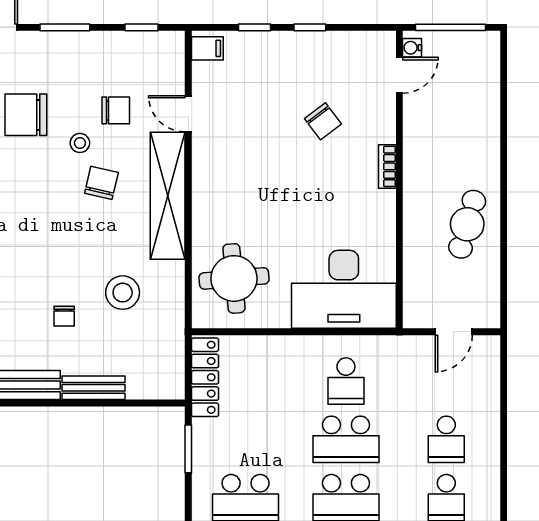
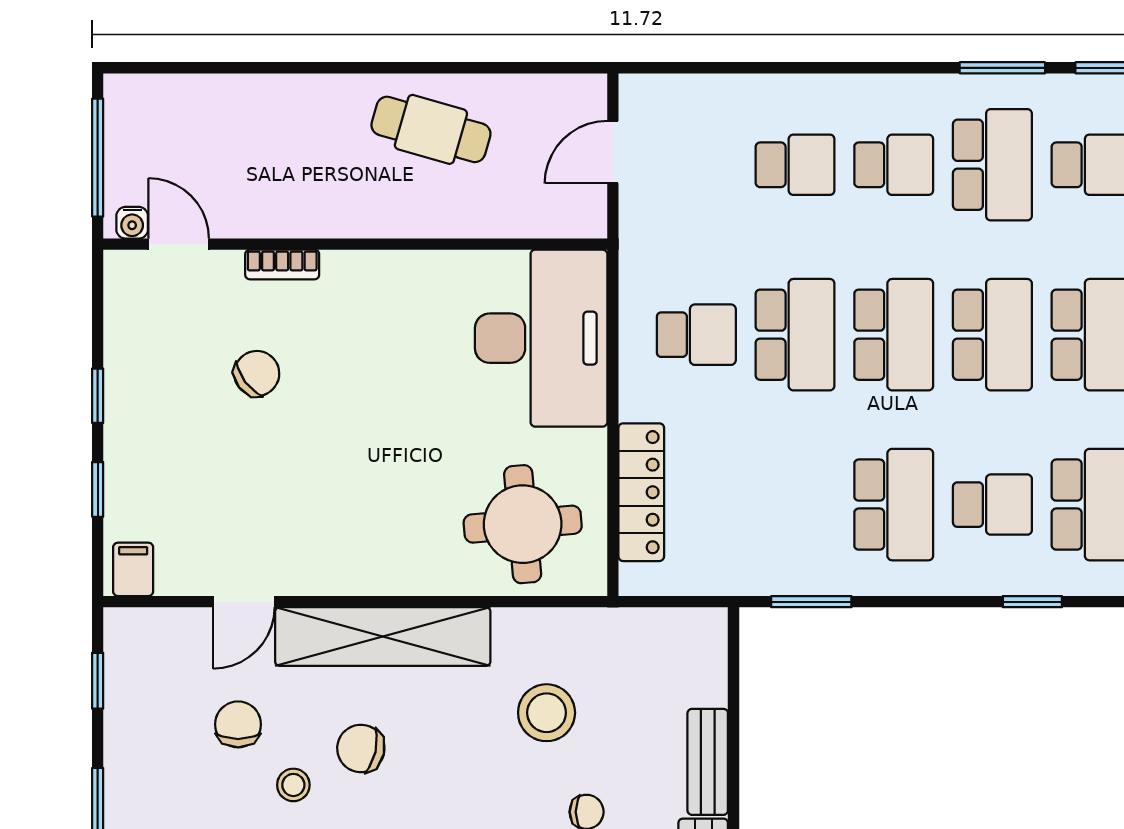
bookcase: (387, 166) -> (282, 265), moved
door: (454, 332) -> (613, 152), swing flipped
locker: (205, 377) -> (641, 492), moved, turned 90

